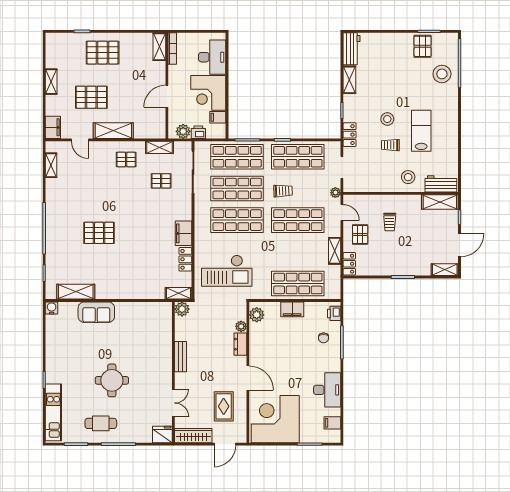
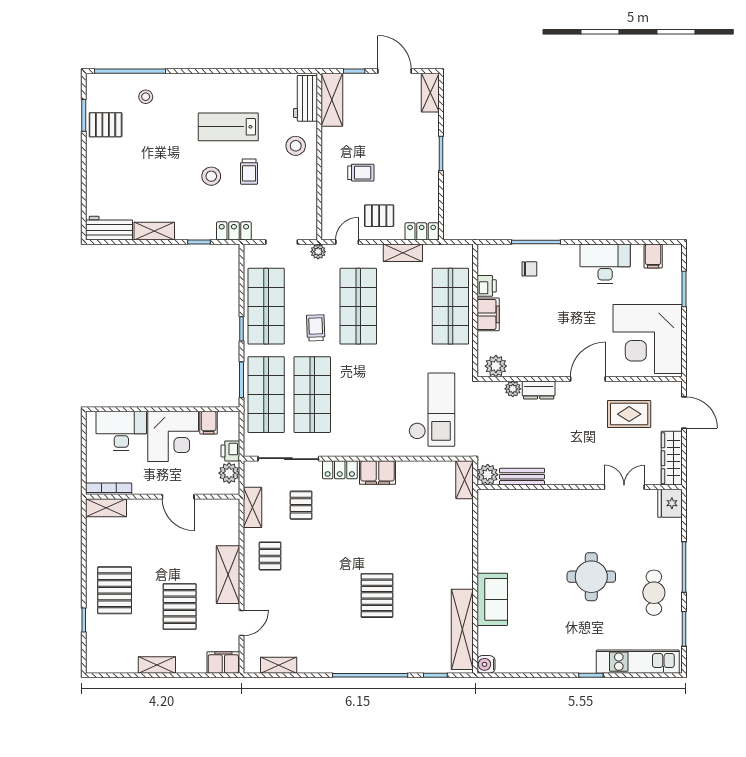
stool: (442, 74) -> (146, 97), width x0.53, depth x0.53
shop shelf: (237, 220) -> (358, 395), removed
locker: (185, 259) -> (340, 470), moved
shelving: (76, 292) -> (462, 629), width x1.47
printer: (334, 313) -> (487, 286), moved, turned -90
bench: (181, 357) -> (522, 477), moved

